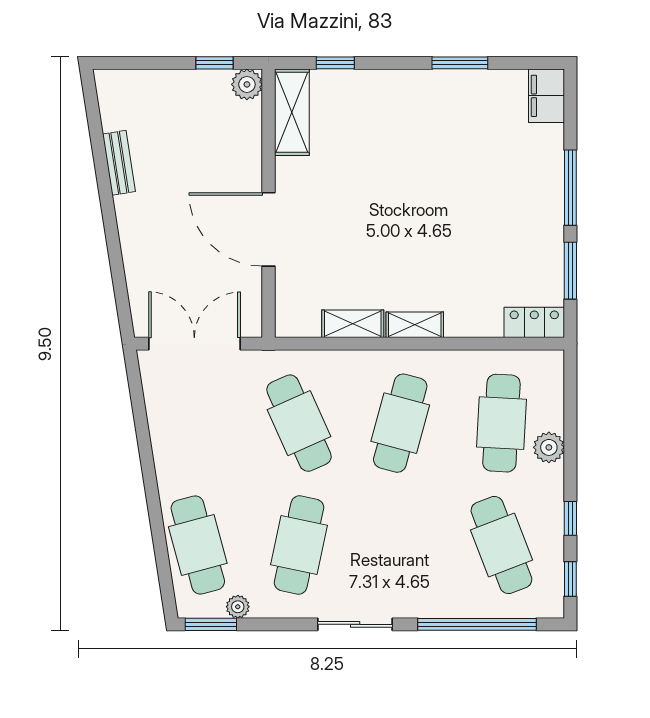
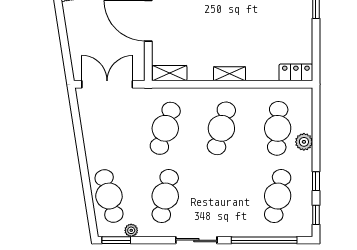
window: (570, 271) -> (316, 44), removed
shelving: (353, 324) -> (170, 73), moved
cafe table: (299, 423) -> (165, 128), turned 42
cafe table: (501, 545) -> (278, 196), turned 33

